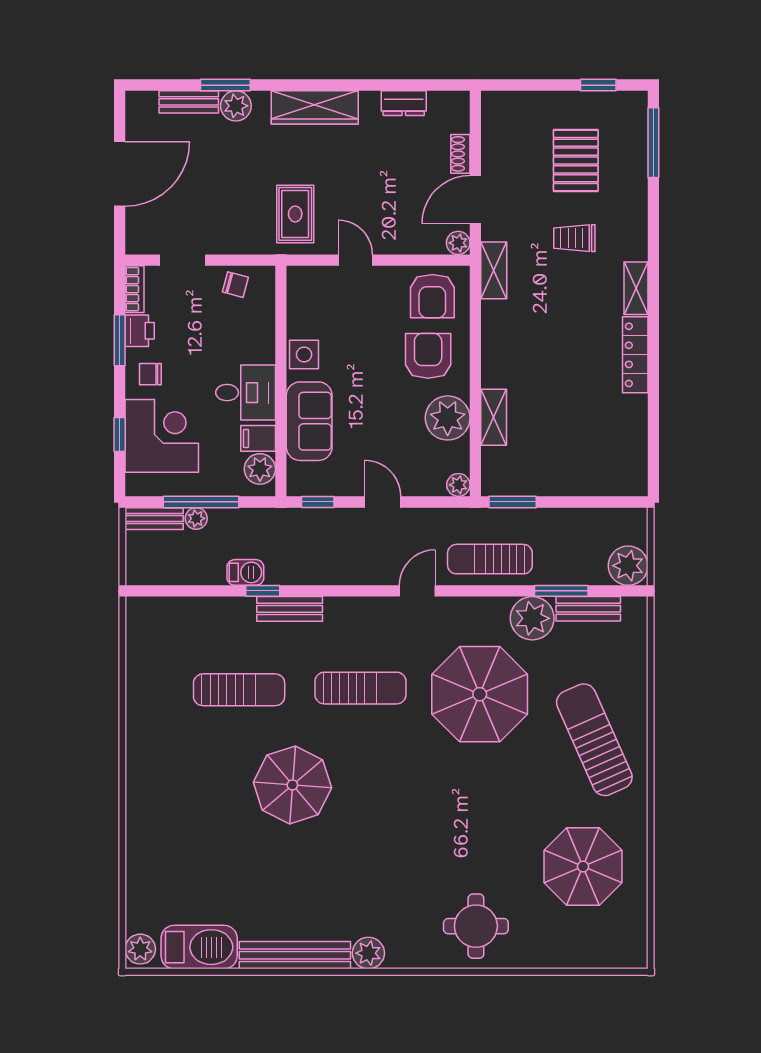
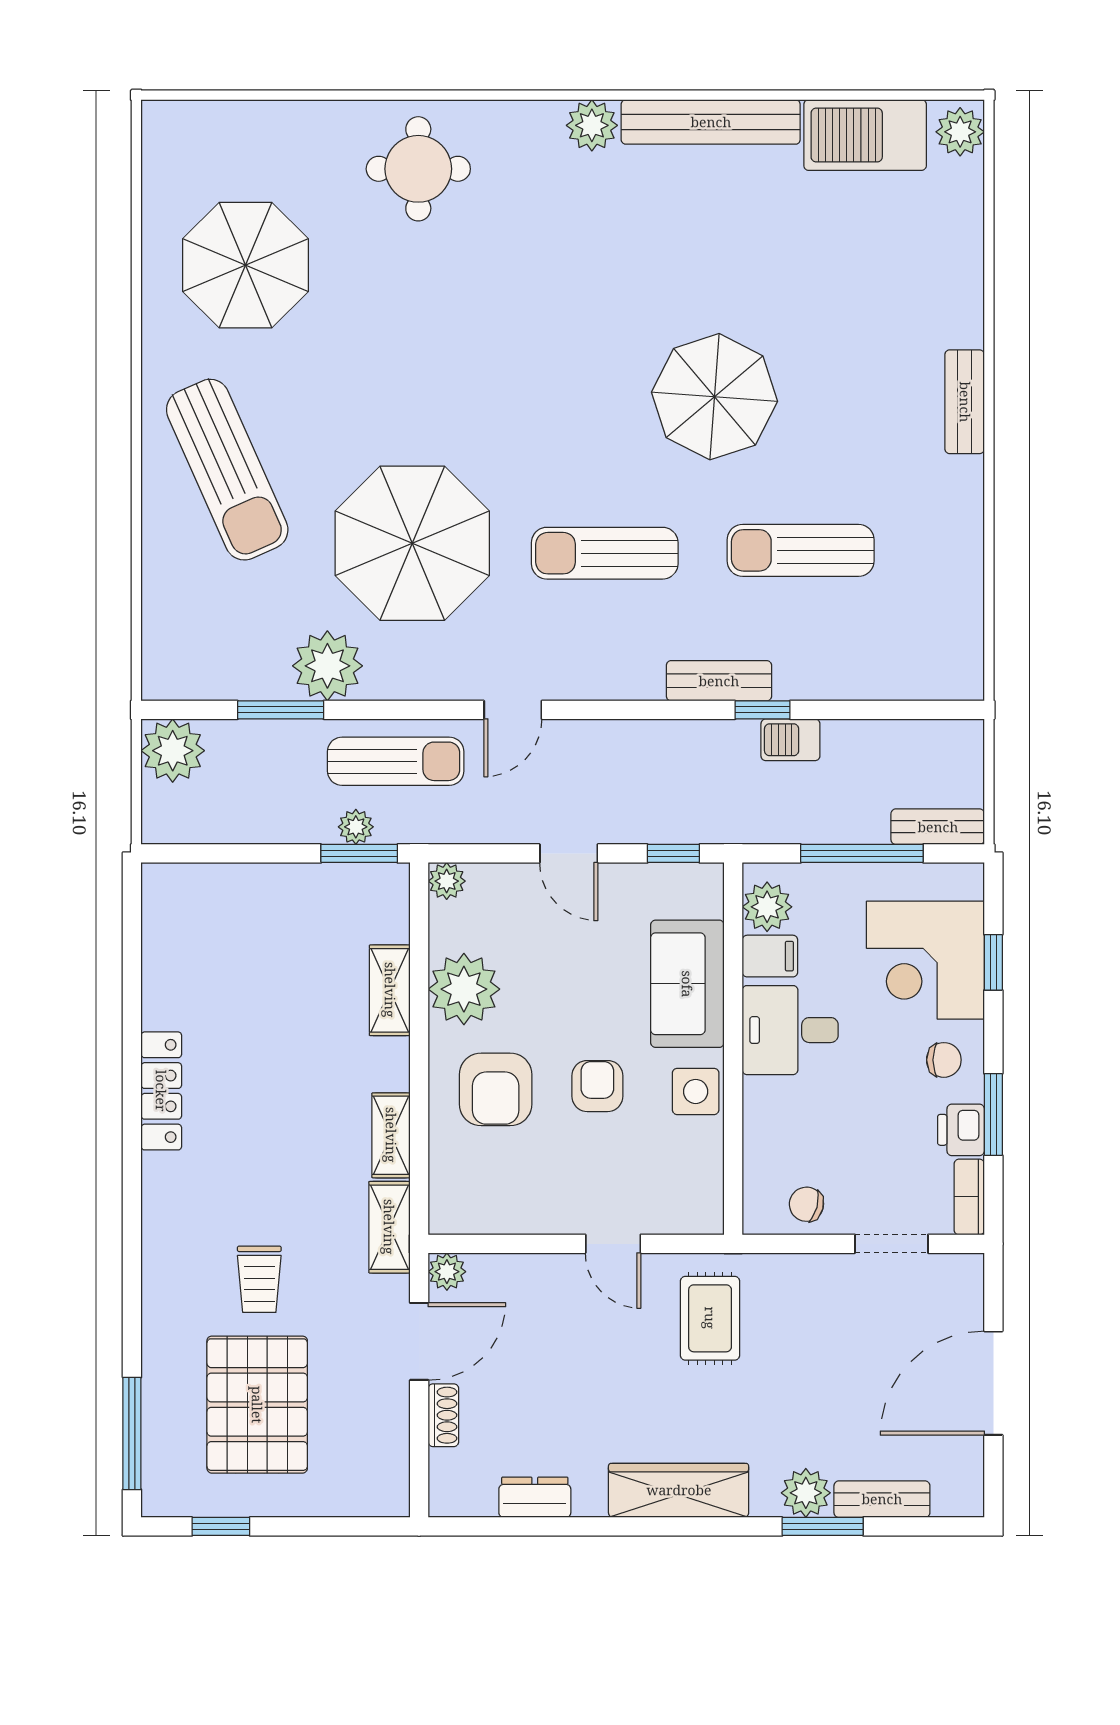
pallet: (576, 161) -> (257, 1405), width x1.37, depth x1.41
trolley: (574, 238) -> (259, 1279), turned 90
shelving: (636, 288) -> (391, 1135), moved
armchair: (432, 296) -> (597, 1086), moved, width x0.72, depth x0.72
plant: (196, 518) -> (356, 827), moved
bench: (588, 609) -> (965, 402), moved, turned 90

